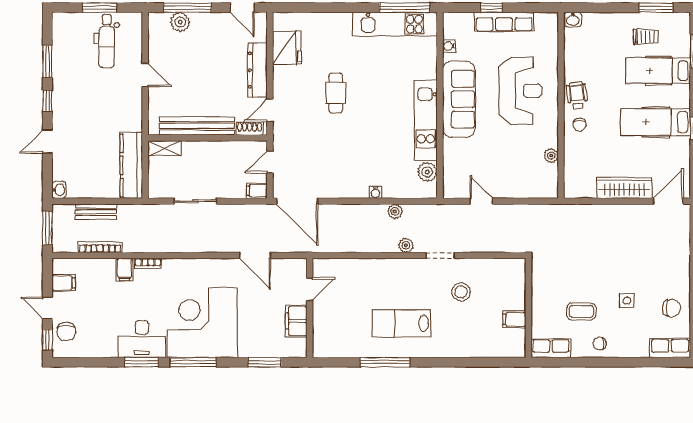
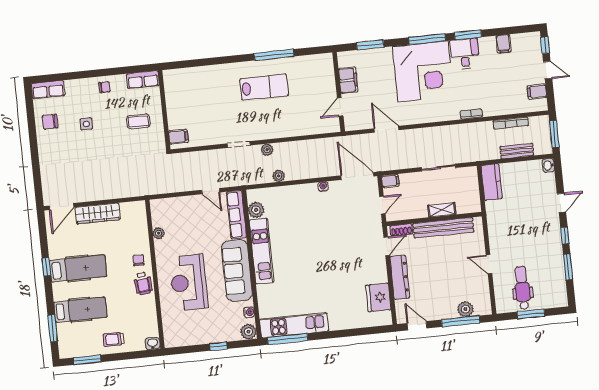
plant: (452, 22) -> (248, 332), added
row of seats: (504, 22) -> (236, 215), moved, turned -90
trolley: (646, 37) -> (114, 339), moved
cafe table: (336, 93) -> (336, 265), removed
shelving: (165, 148) -> (442, 210), moved
kitchen counter: (131, 165) -> (492, 182), width x0.67
water cooler: (375, 192) -> (323, 187), moved
filing cabinet: (125, 269) -> (503, 44), moved, turned 180
stool: (461, 292) -> (219, 117), removed
coffee table: (581, 311) -> (138, 121), moved
filing cabinet: (514, 319) -> (178, 137), moved
chair: (66, 332) -> (531, 53), removed
desk: (142, 339) -> (465, 54), width x0.73

